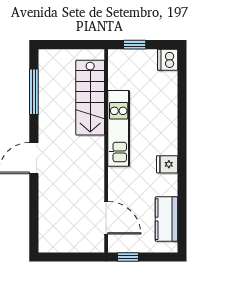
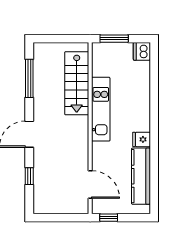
window: (135, 45) -> (114, 39), width x1.50
window: (34, 208) -> (29, 176), added
kitchen counter: (166, 219) -> (141, 176), width x1.50

